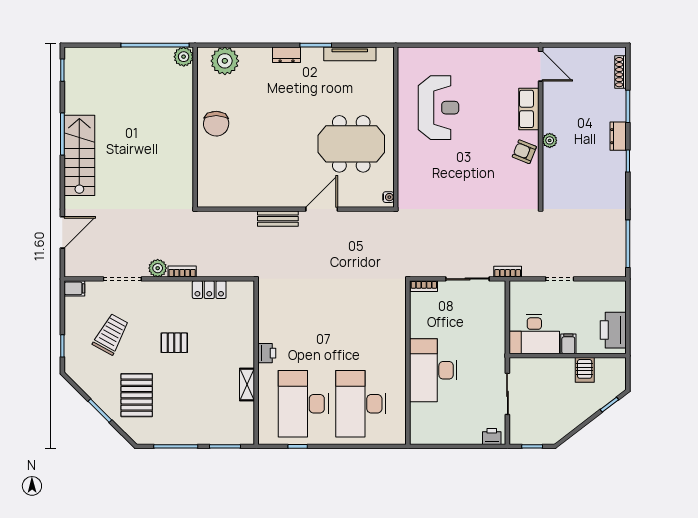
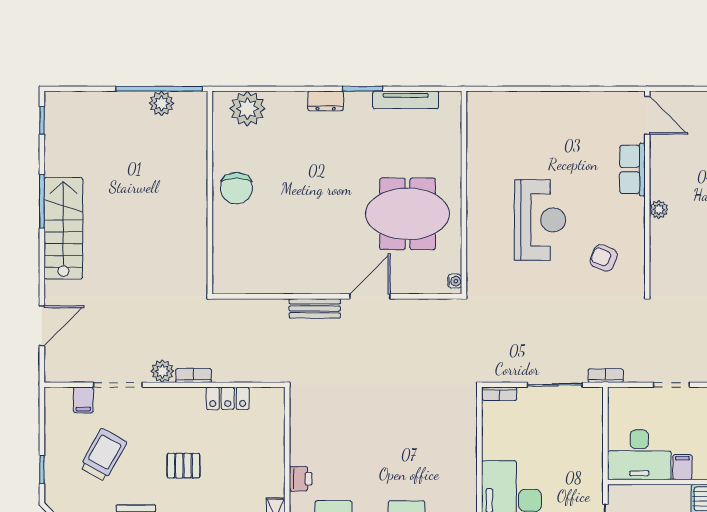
plant: (184, 57) -> (161, 103), moved
reception desk: (439, 108) -> (540, 220), moved
armchair: (524, 152) -> (604, 258), moved
filing cabinet: (74, 288) -> (83, 400), moved, turned 90

